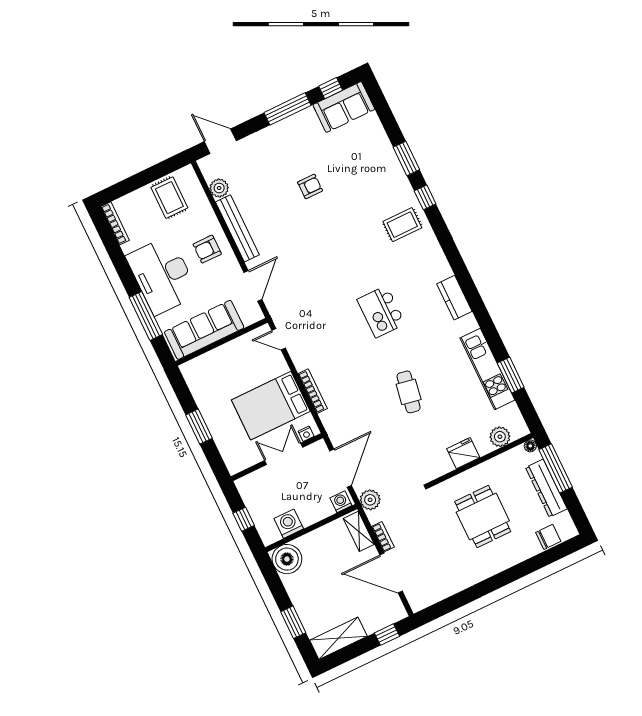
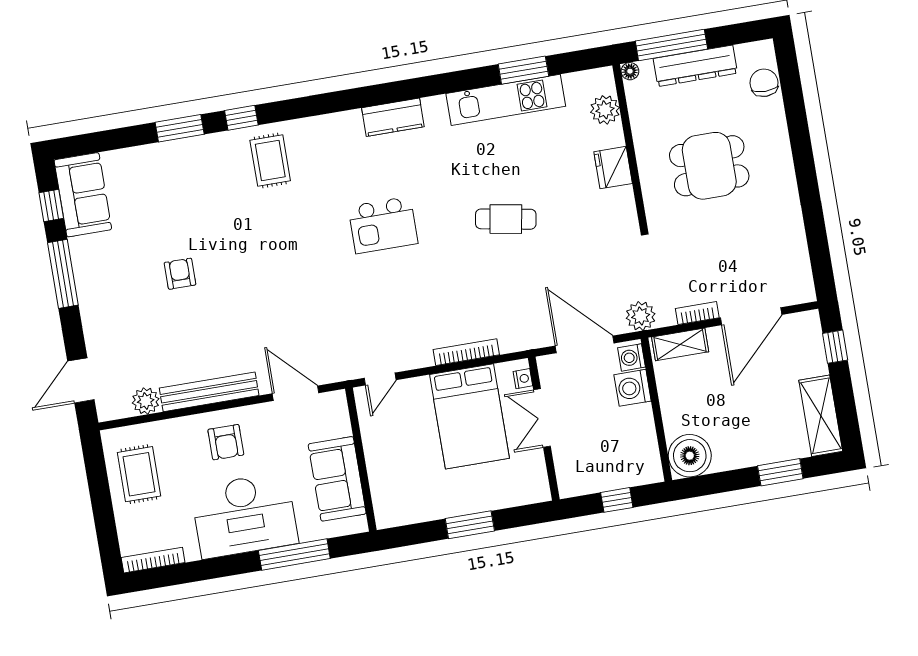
rug: (169, 198) -> (139, 474), turned 90
sofa: (204, 330) -> (337, 479), width x0.73
washing machine: (289, 524) -> (633, 388), moved

